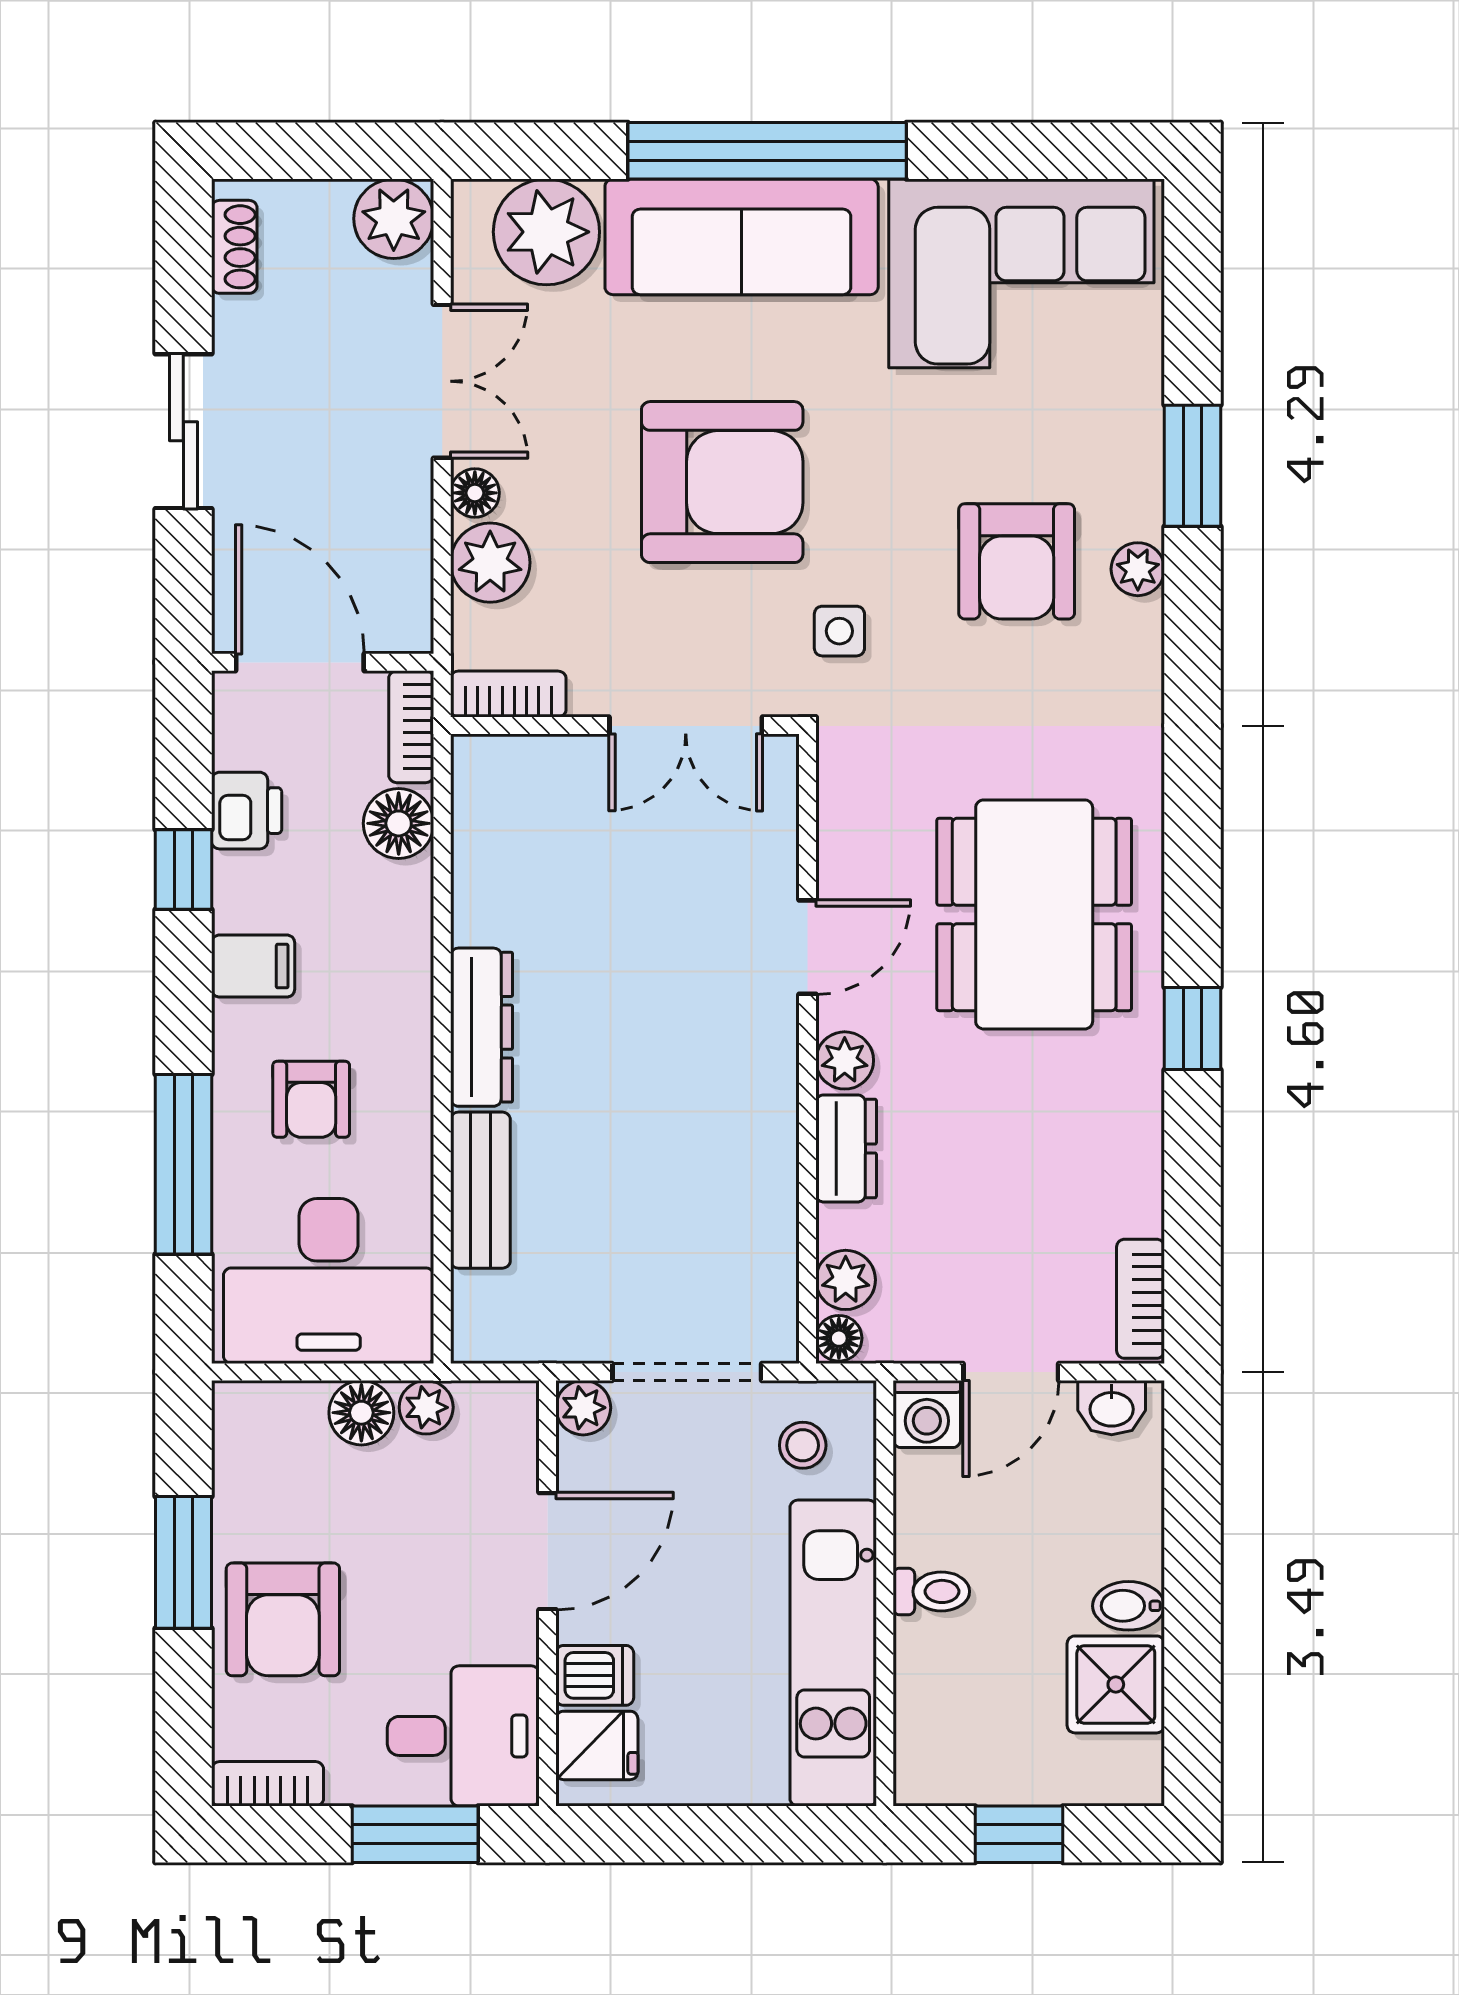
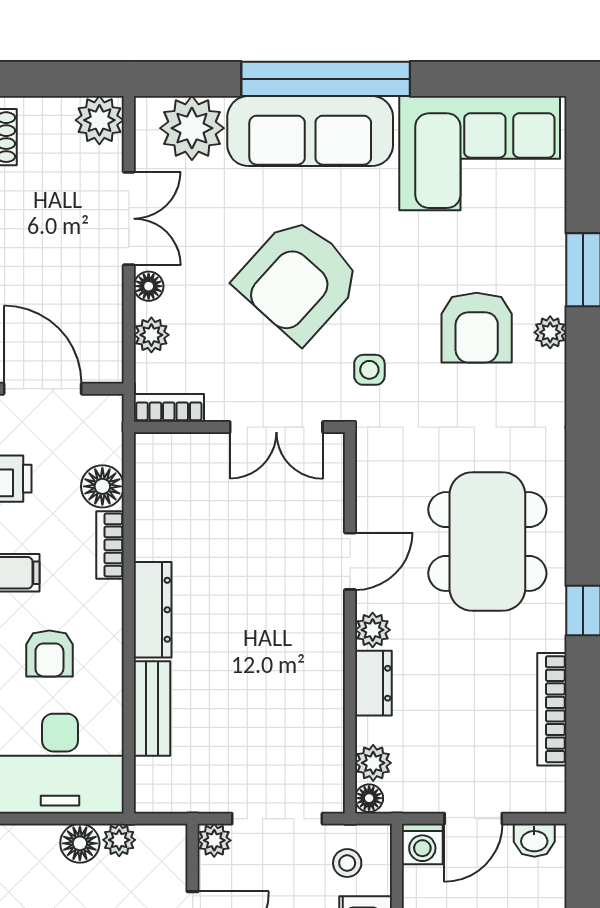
armchair: (722, 482) -> (298, 280), turned 132
plant: (490, 563) -> (151, 335), width x0.73, depth x0.73
bookcase: (411, 727) -> (110, 545), moved
bookcase: (1141, 1299) -> (552, 709), moved, width x1.56

